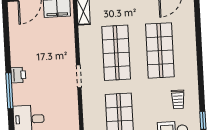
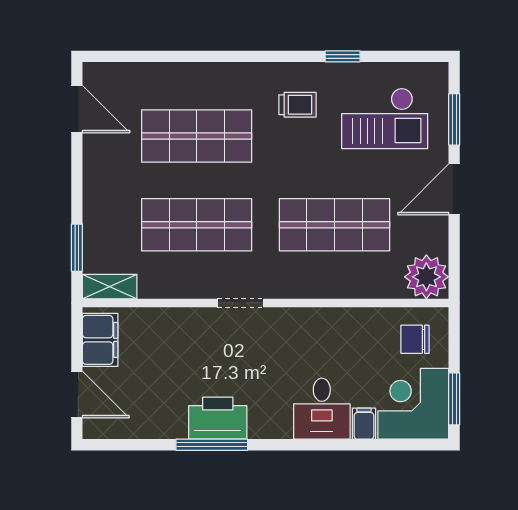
printer: (18, 75) -> (218, 418), width x1.87, depth x1.48
window: (9, 91) -> (212, 445), moved

